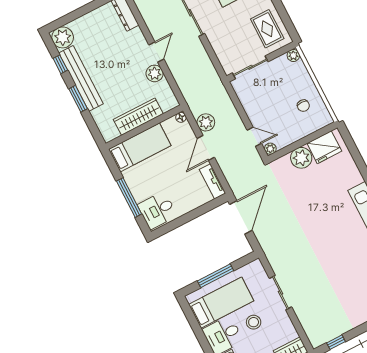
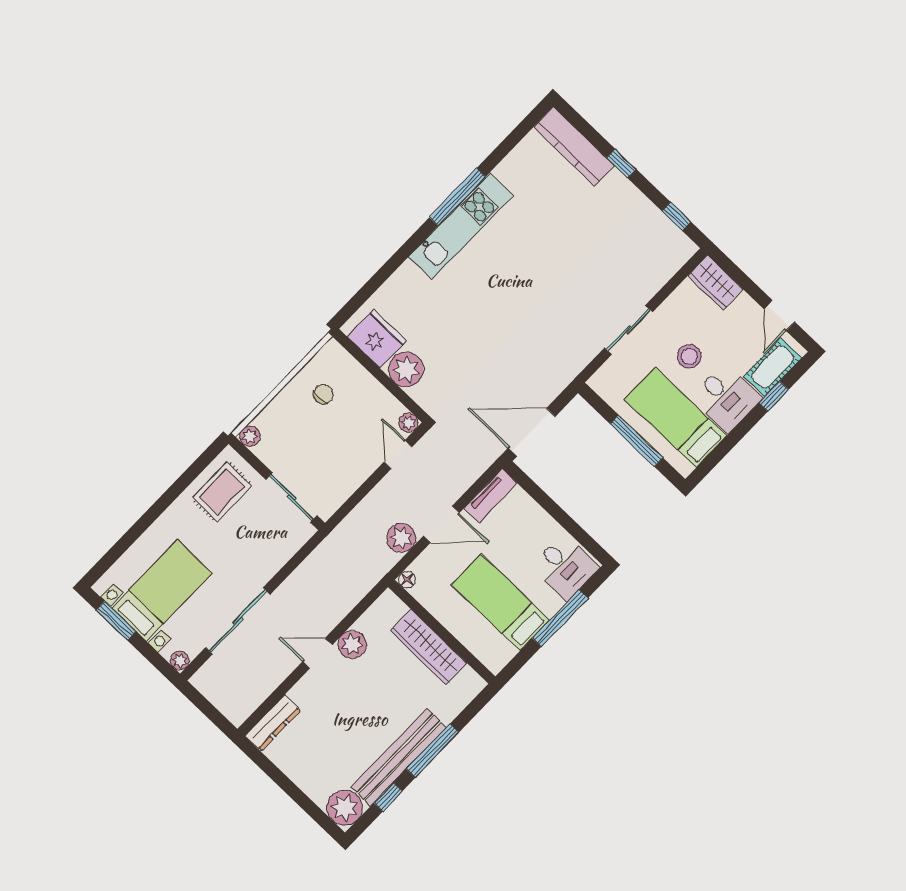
window: (78, 99) -> (433, 751), width x1.44
bed: (140, 147) -> (501, 602), moved

